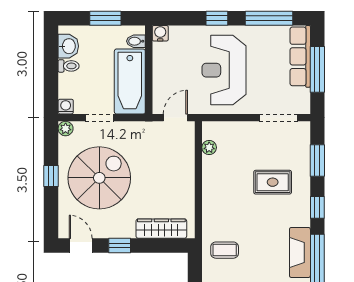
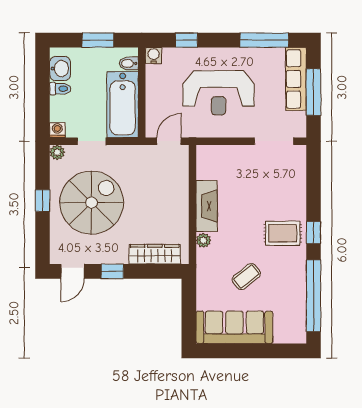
window: (217, 18) -> (186, 40), moved
reception desk: (224, 70) -> (219, 93), turned -90
plant: (209, 147) -> (203, 240), moved
window: (317, 160) -> (313, 185), removed
rug: (273, 182) -> (283, 233), moved
door: (81, 245) -> (72, 271), swing flipped
coffee table: (225, 250) -> (246, 277), moved, turned -39
fireplace: (300, 252) -> (207, 206), moved, turned 180

